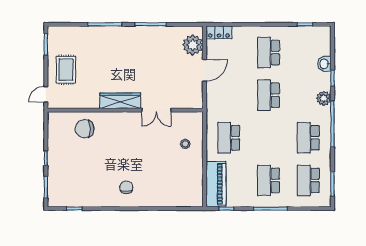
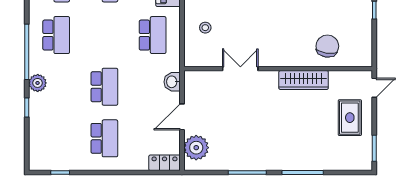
washbasin: (324, 64) -> (172, 82), moved, turned 180
wardrobe: (120, 101) -> (304, 80), moved
chair: (85, 129) -> (327, 46), turned -81

